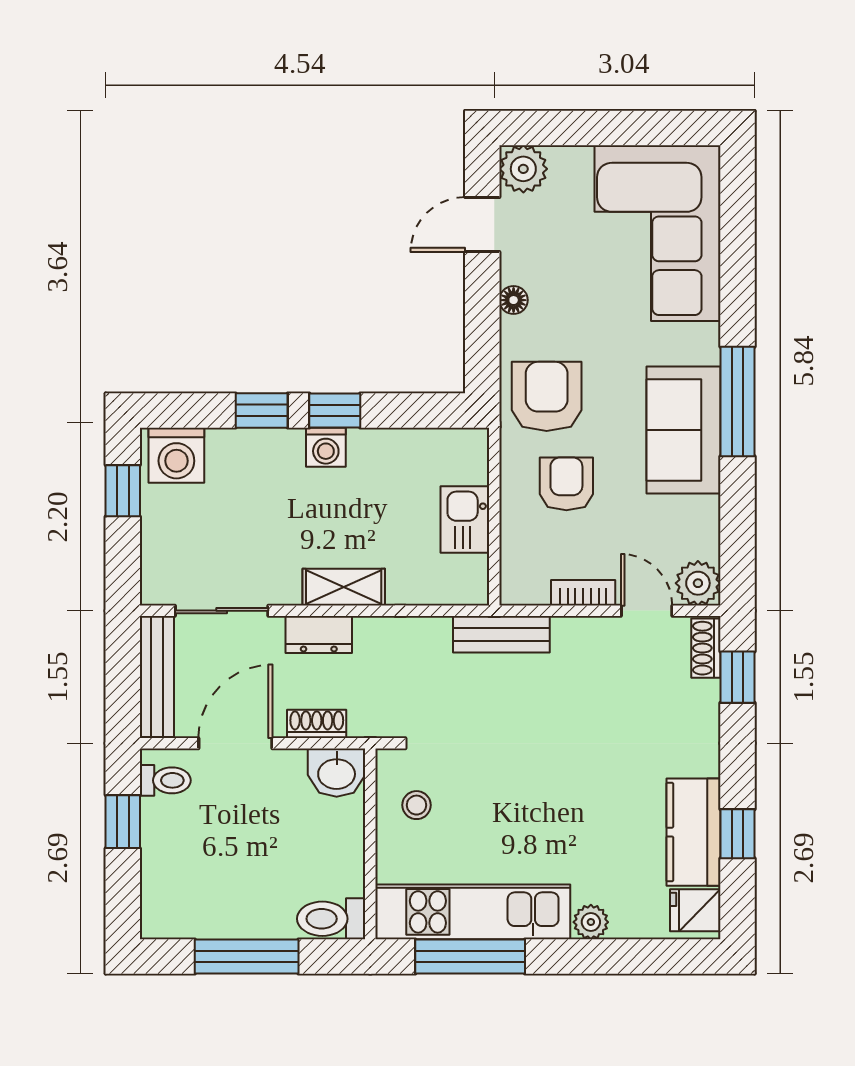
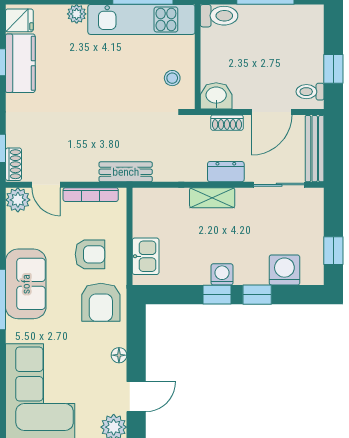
washing machine: (176, 455) -> (284, 270), moved
armchair: (566, 484) -> (90, 254), turned -90
kitchen sink: (465, 520) -> (146, 256), moved
bookcase: (583, 593) -> (91, 195), width x1.56

